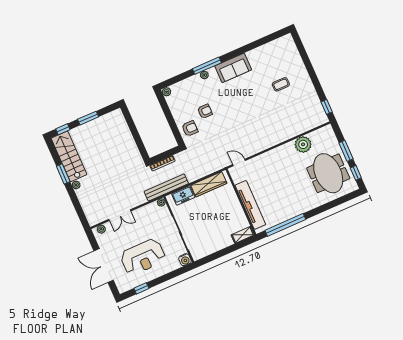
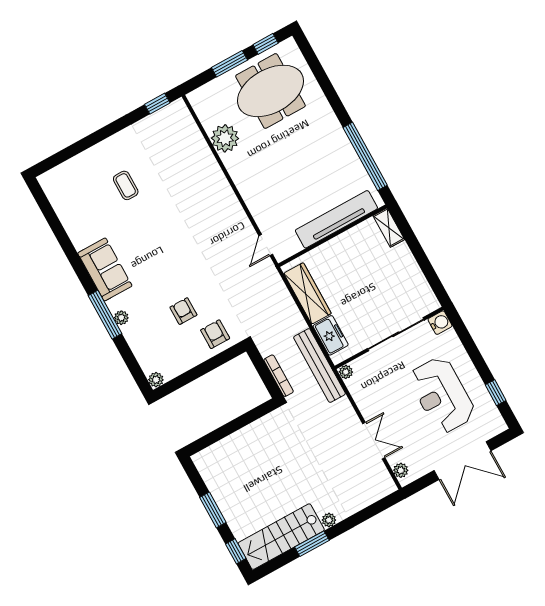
reception desk: (143, 257) -> (442, 395), turned 180

